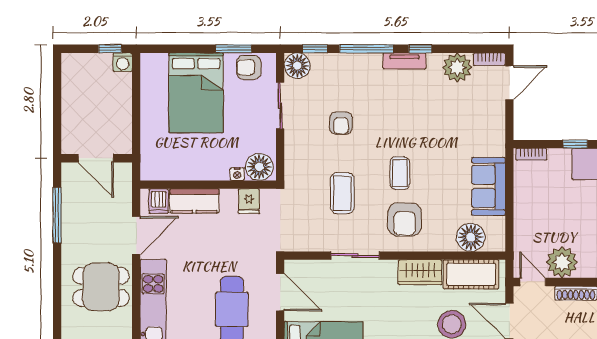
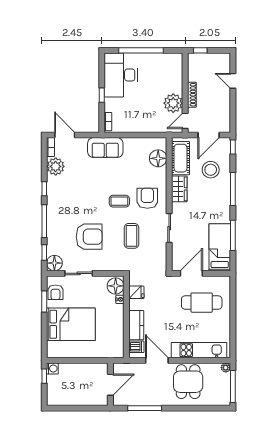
tv unit: (404, 61) -> (52, 198), removed
armchair: (341, 123) -> (89, 237), width x1.88, depth x1.88
sofa: (488, 186) -> (105, 148), moved
coffee table: (342, 193) -> (132, 236), turned 90
armchair: (405, 219) -> (147, 198), turned -91

